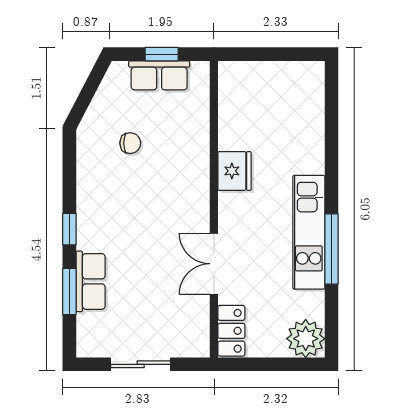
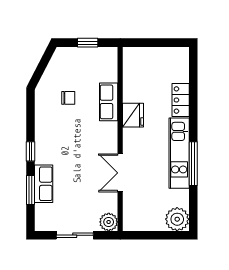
row of seats: (159, 75) -> (109, 102), moved, turned 90
locker: (231, 331) -> (181, 100), moved, turned 180
plant: (195, 343) -> (109, 222), added

